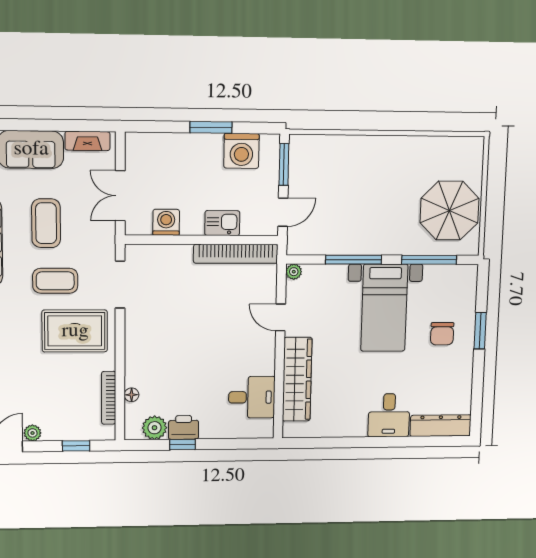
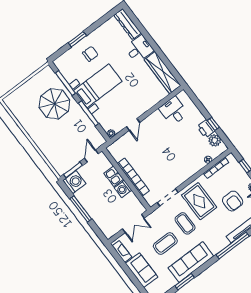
window: (211, 127) -> (81, 209), width x1.44
washing machine: (241, 151) -> (74, 182), moved
parasol: (449, 211) -> (54, 104), moved
door: (283, 212) -> (91, 156), hinge flipped
washing machine: (166, 222) -> (123, 189), moved
bookcase: (236, 254) -> (133, 177), moved
wardrobe: (297, 379) -> (162, 73), moved, turned -90
armchair: (34, 385) -> (233, 201), added

